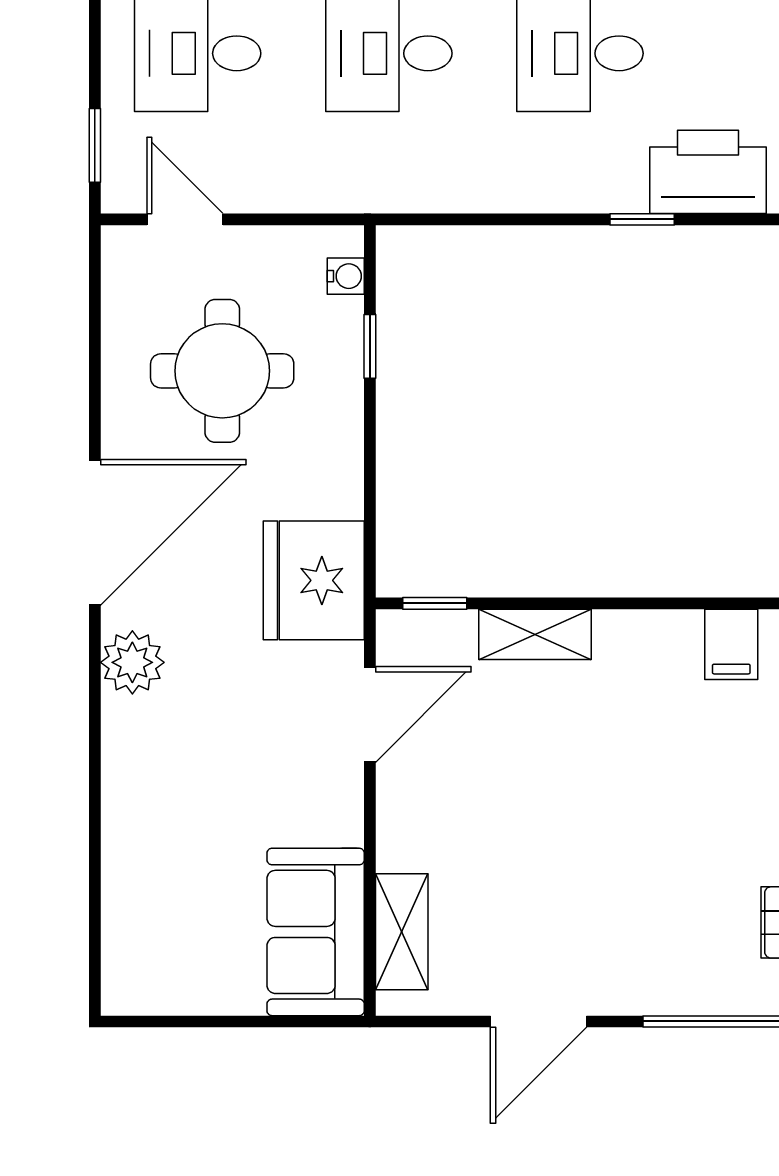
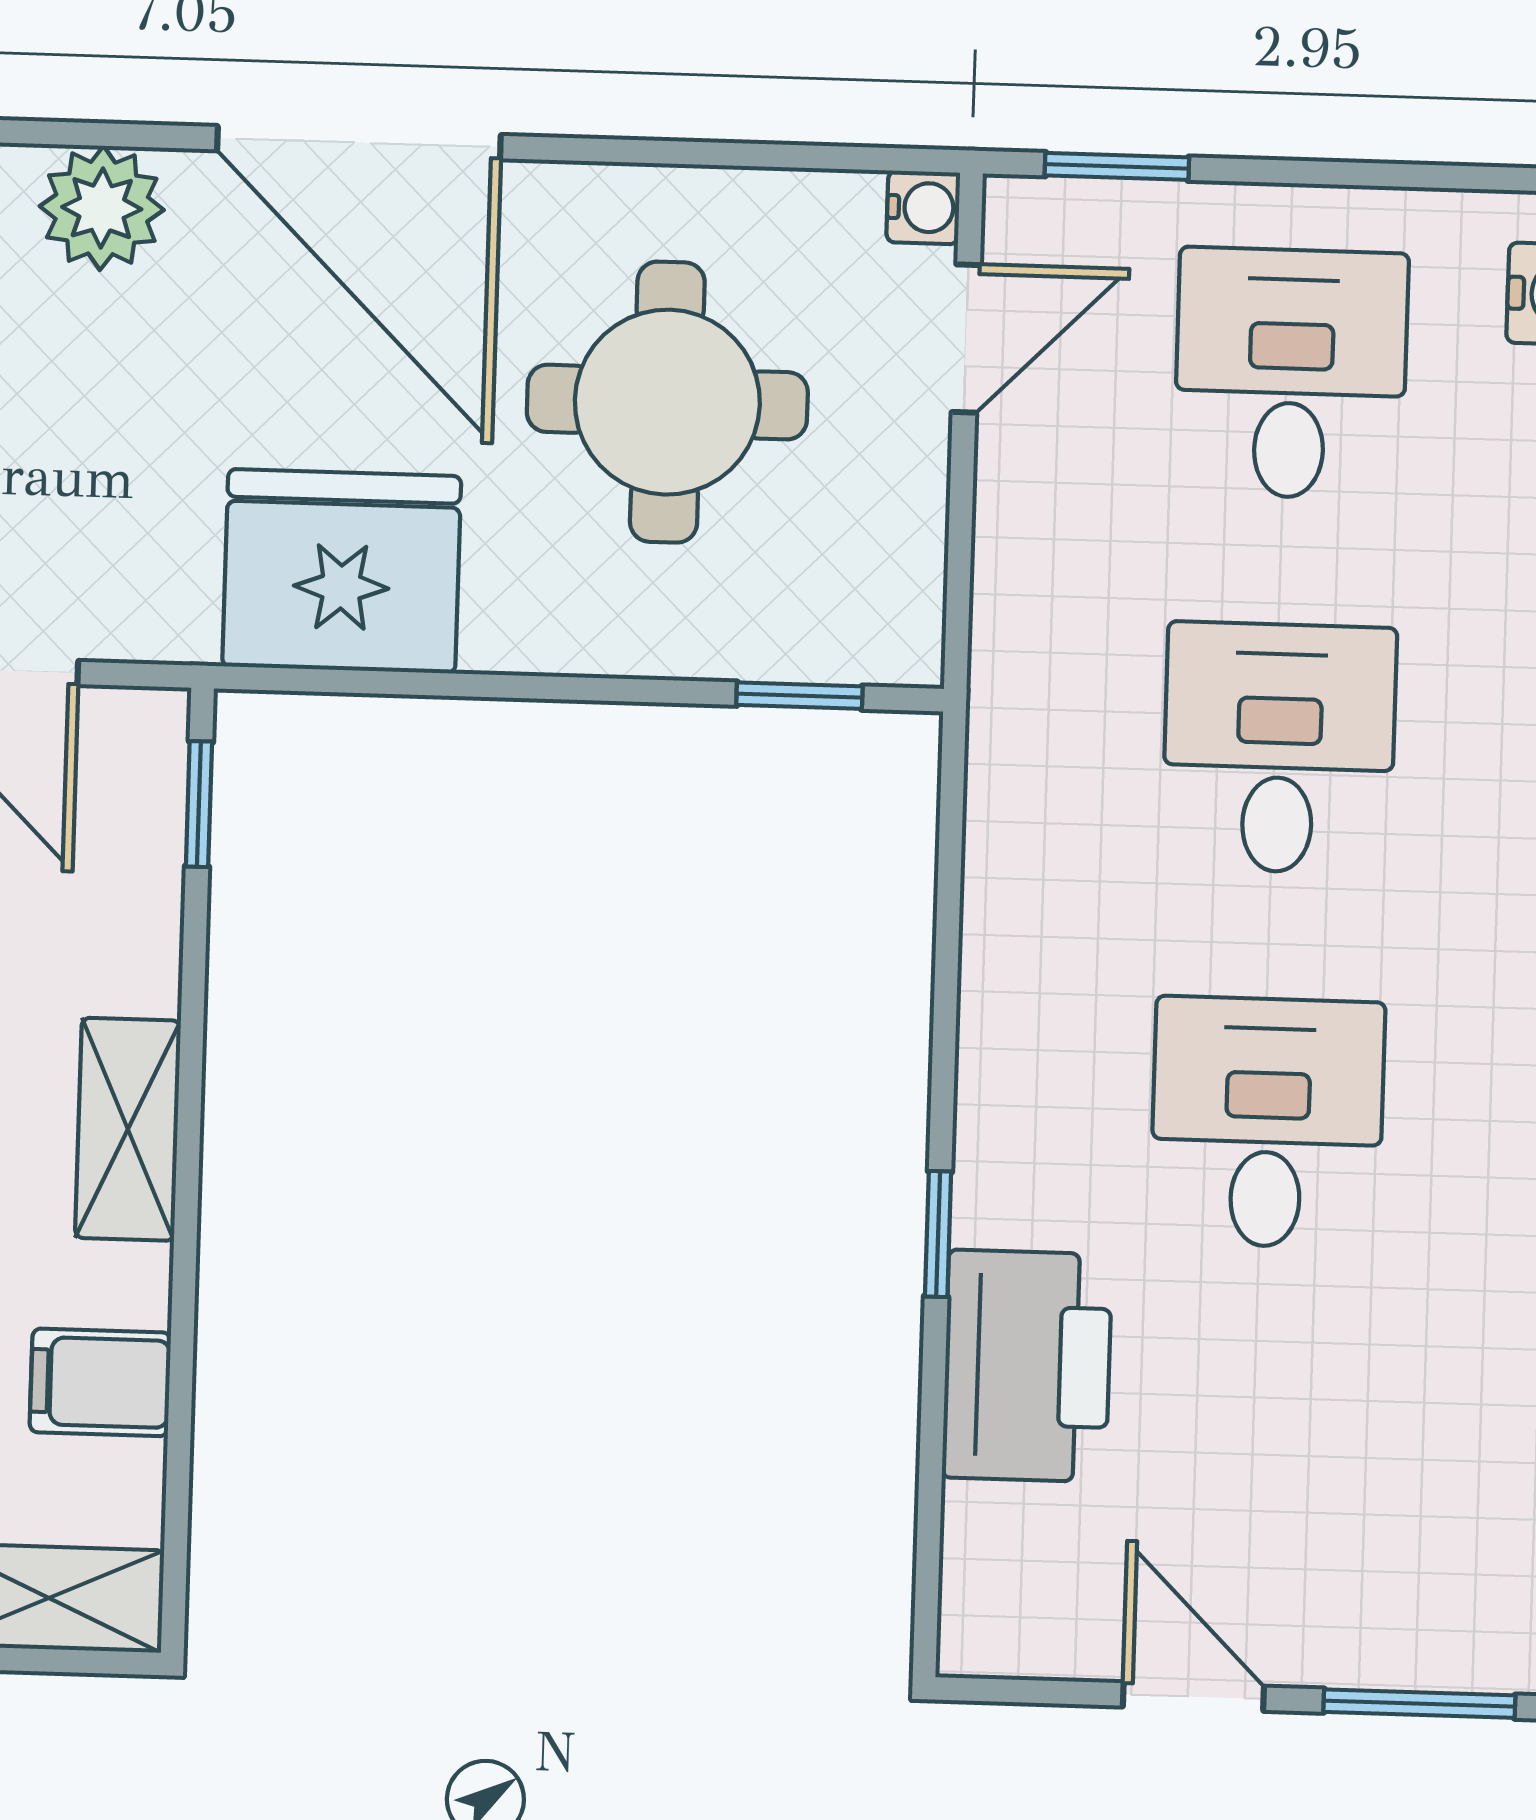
water cooler: (346, 276) -> (923, 207), moved, turned -90
window: (370, 346) -> (799, 696), moved
fridge: (314, 580) -> (342, 571), moved
shelving: (535, 634) -> (128, 1129), moved

